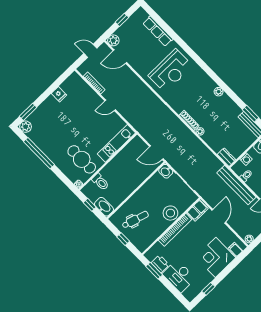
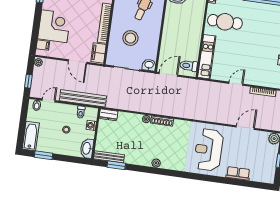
row of seats: (158, 31) -> (238, 173), width x0.68
door: (120, 57) -> (245, 128), moved
toilet: (100, 182) -> (189, 66), moved
stool: (170, 213) -> (130, 38), moved

